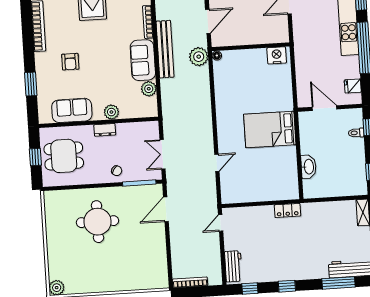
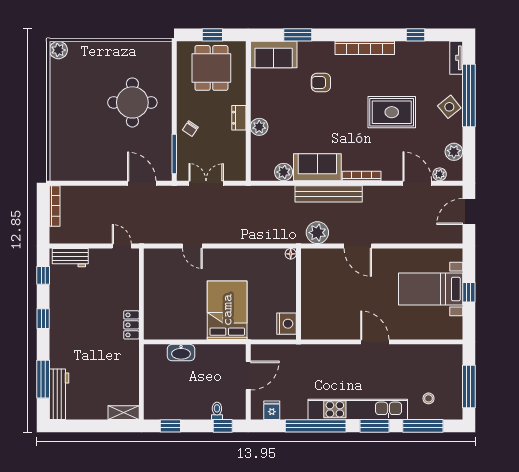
wall: (251, 47) -> (298, 294), moved
nightstand: (277, 55) -> (286, 324), moved
floor lamp: (217, 56) -> (291, 254), moved
sofa: (72, 110) -> (274, 54), moved, turned 90

